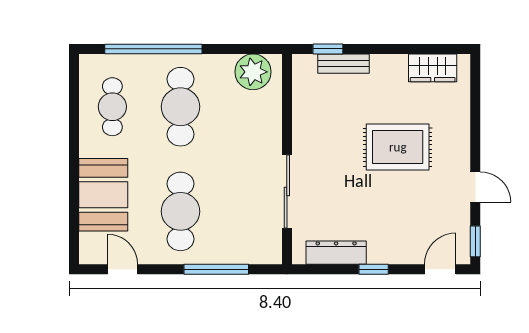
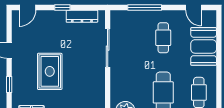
rug: (398, 147) -> (50, 71), turned 90
cafe table: (181, 211) -> (163, 38), width x0.73, depth x0.74
window: (475, 241) -> (9, 85), moved

